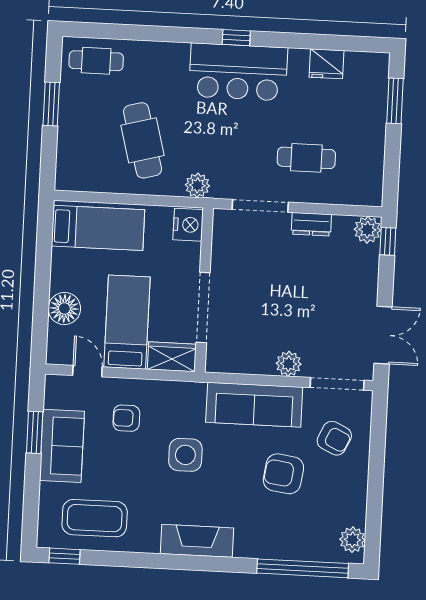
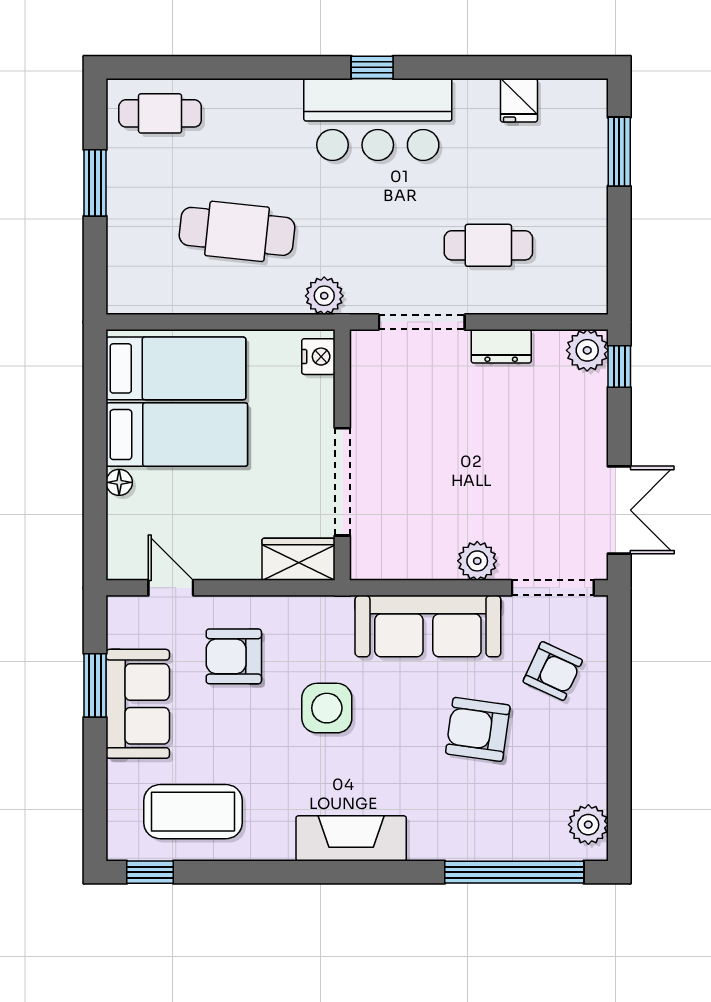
fridge: (327, 64) -> (519, 100), width x0.72
cafe table: (143, 140) -> (237, 231), turned -69
nightstand: (188, 225) -> (318, 357), width x0.74, depth x0.75
floor lamp: (64, 308) -> (119, 482), width x0.53, depth x0.53
bed: (127, 322) -> (177, 435), moved, turned 90
armchair: (126, 418) -> (234, 656), width x1.38, depth x1.38

